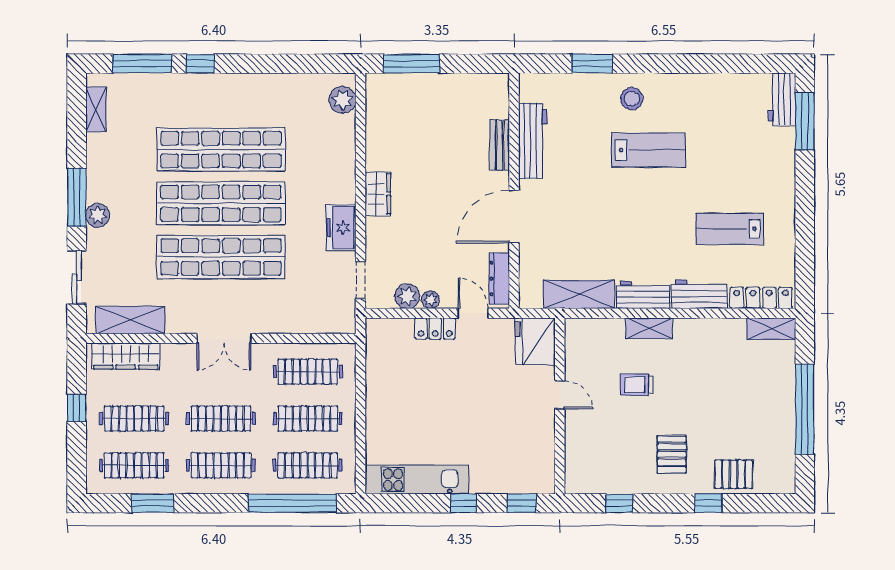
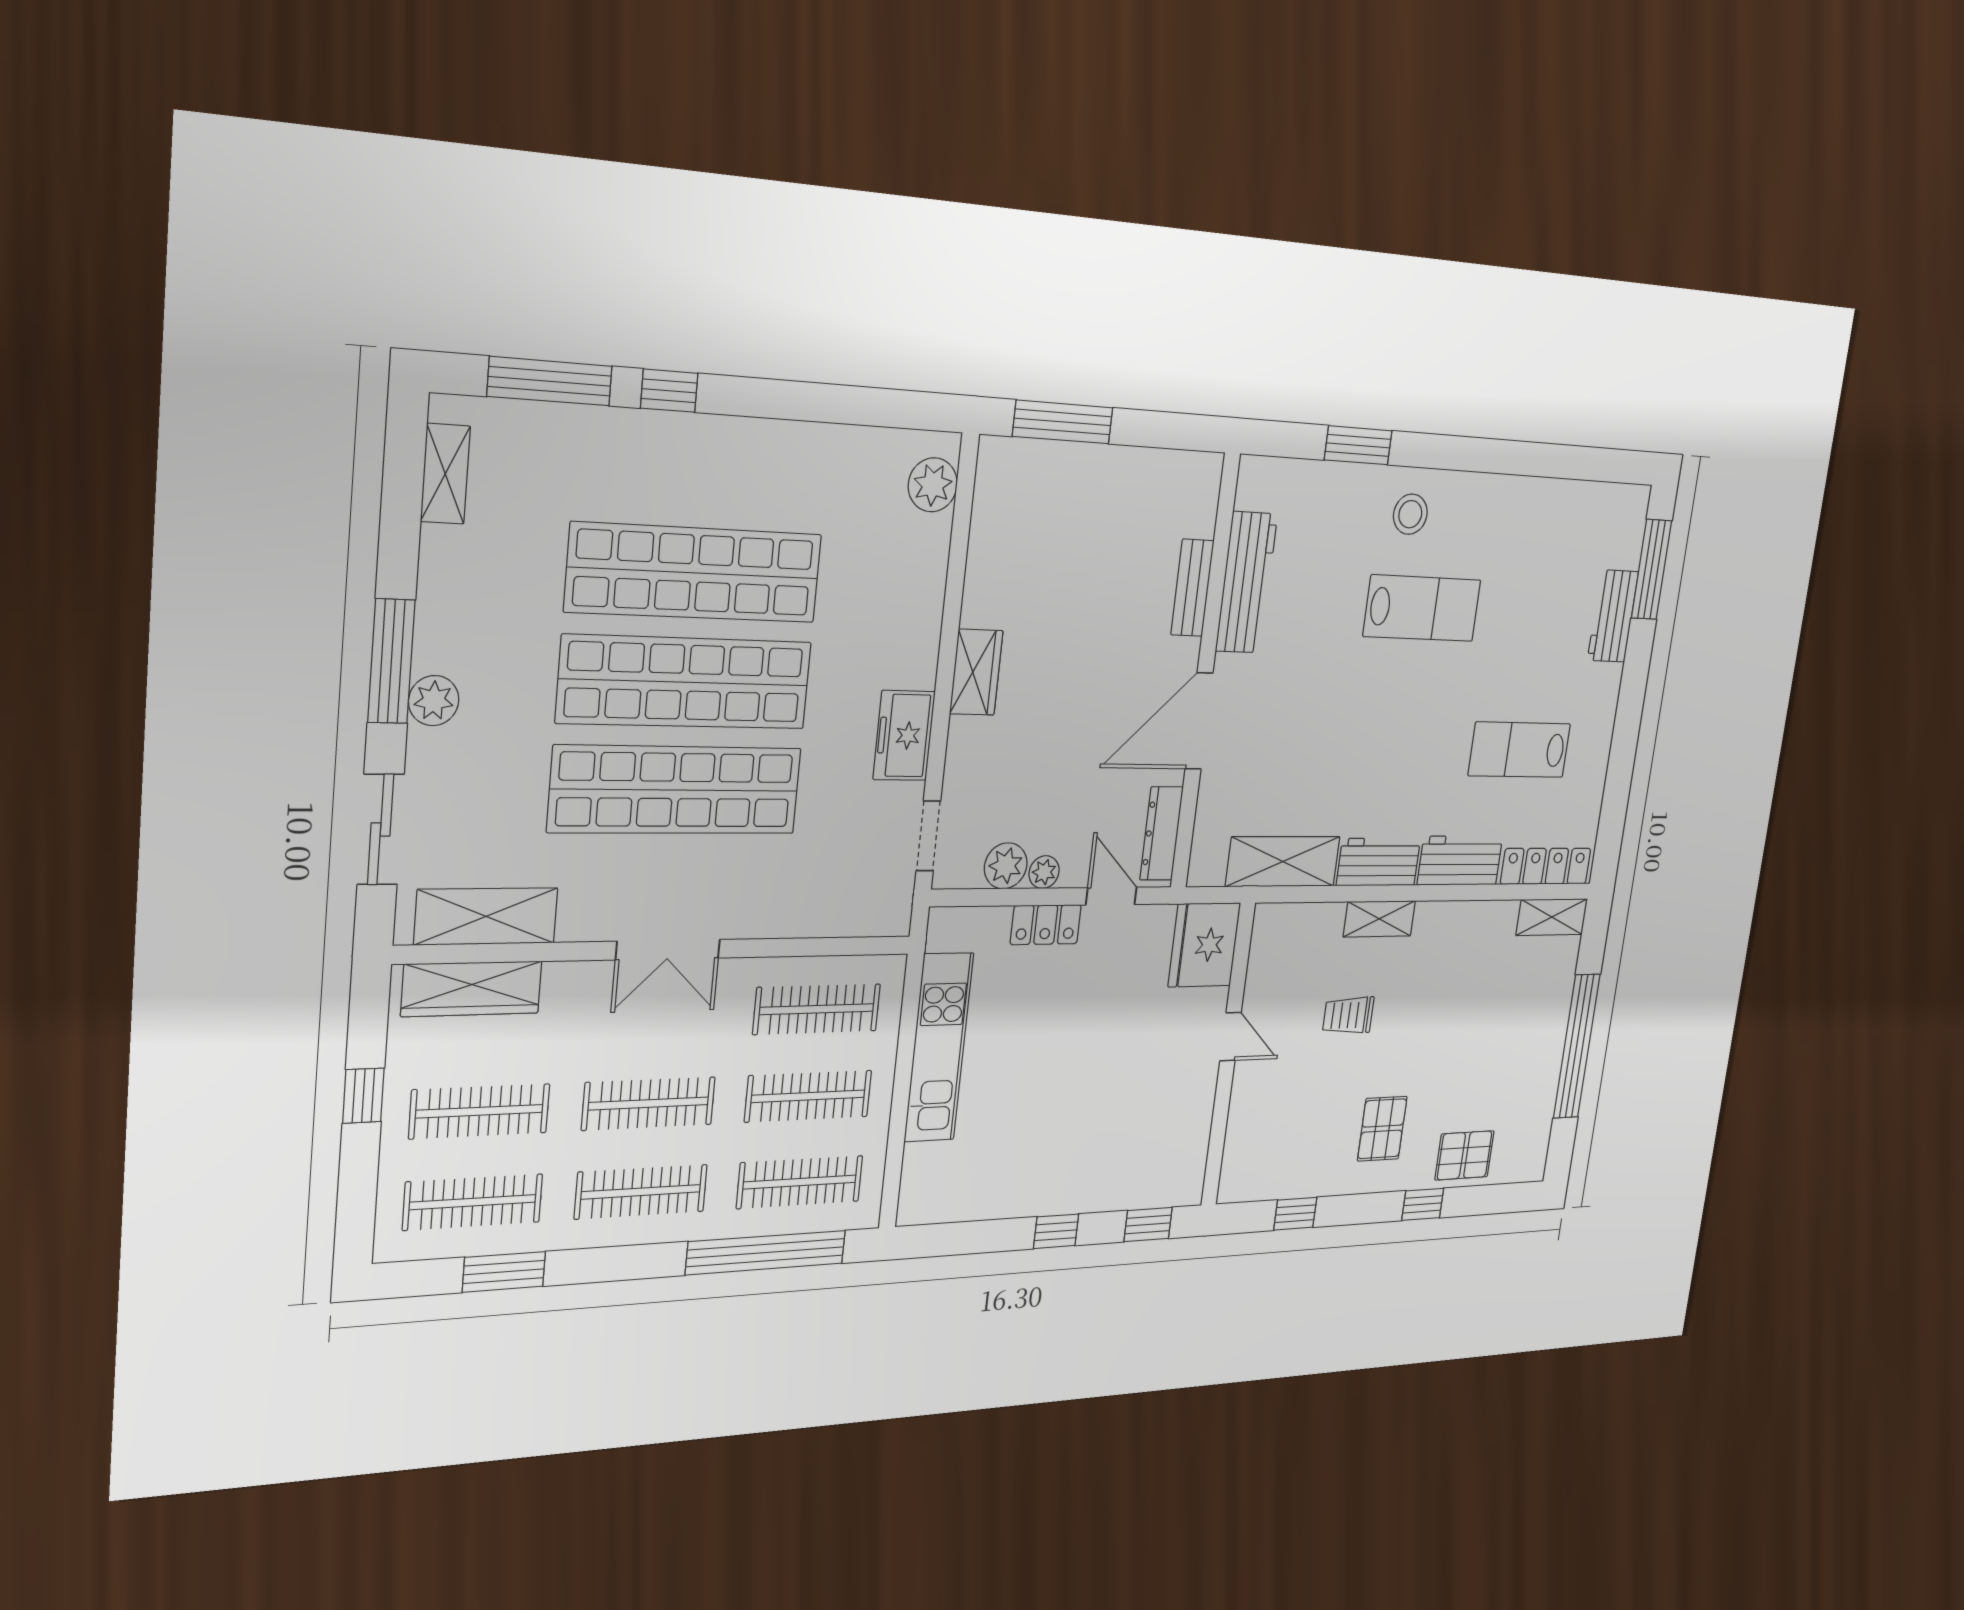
workbench: (782, 99) -> (1613, 616), moved
kitchen unit: (417, 480) -> (939, 1048), moved, turned 90

